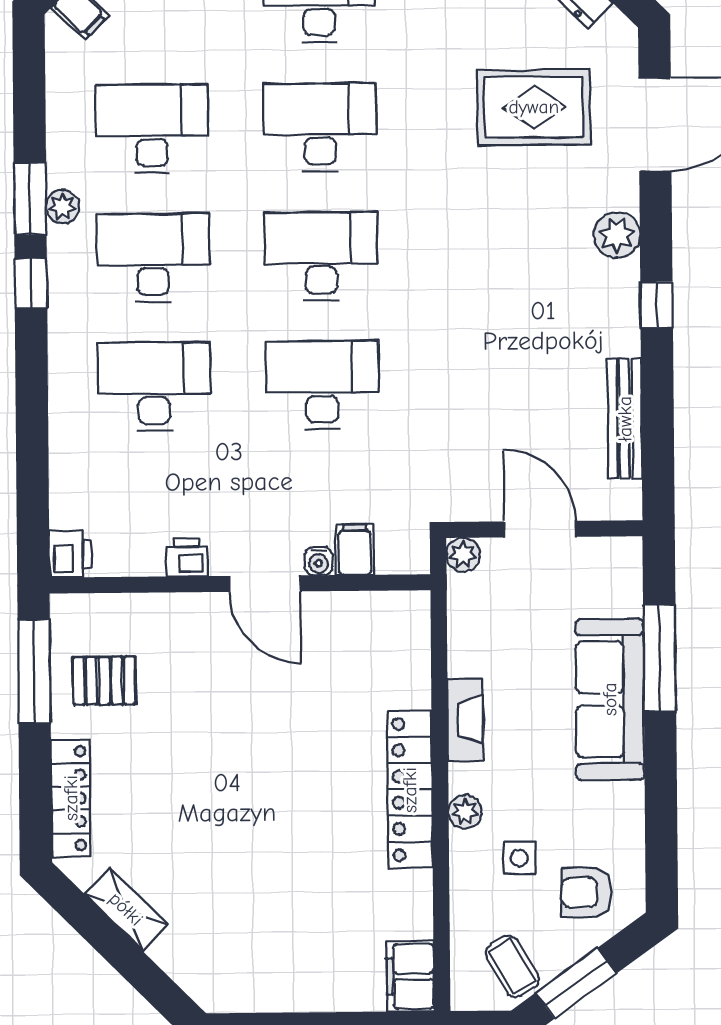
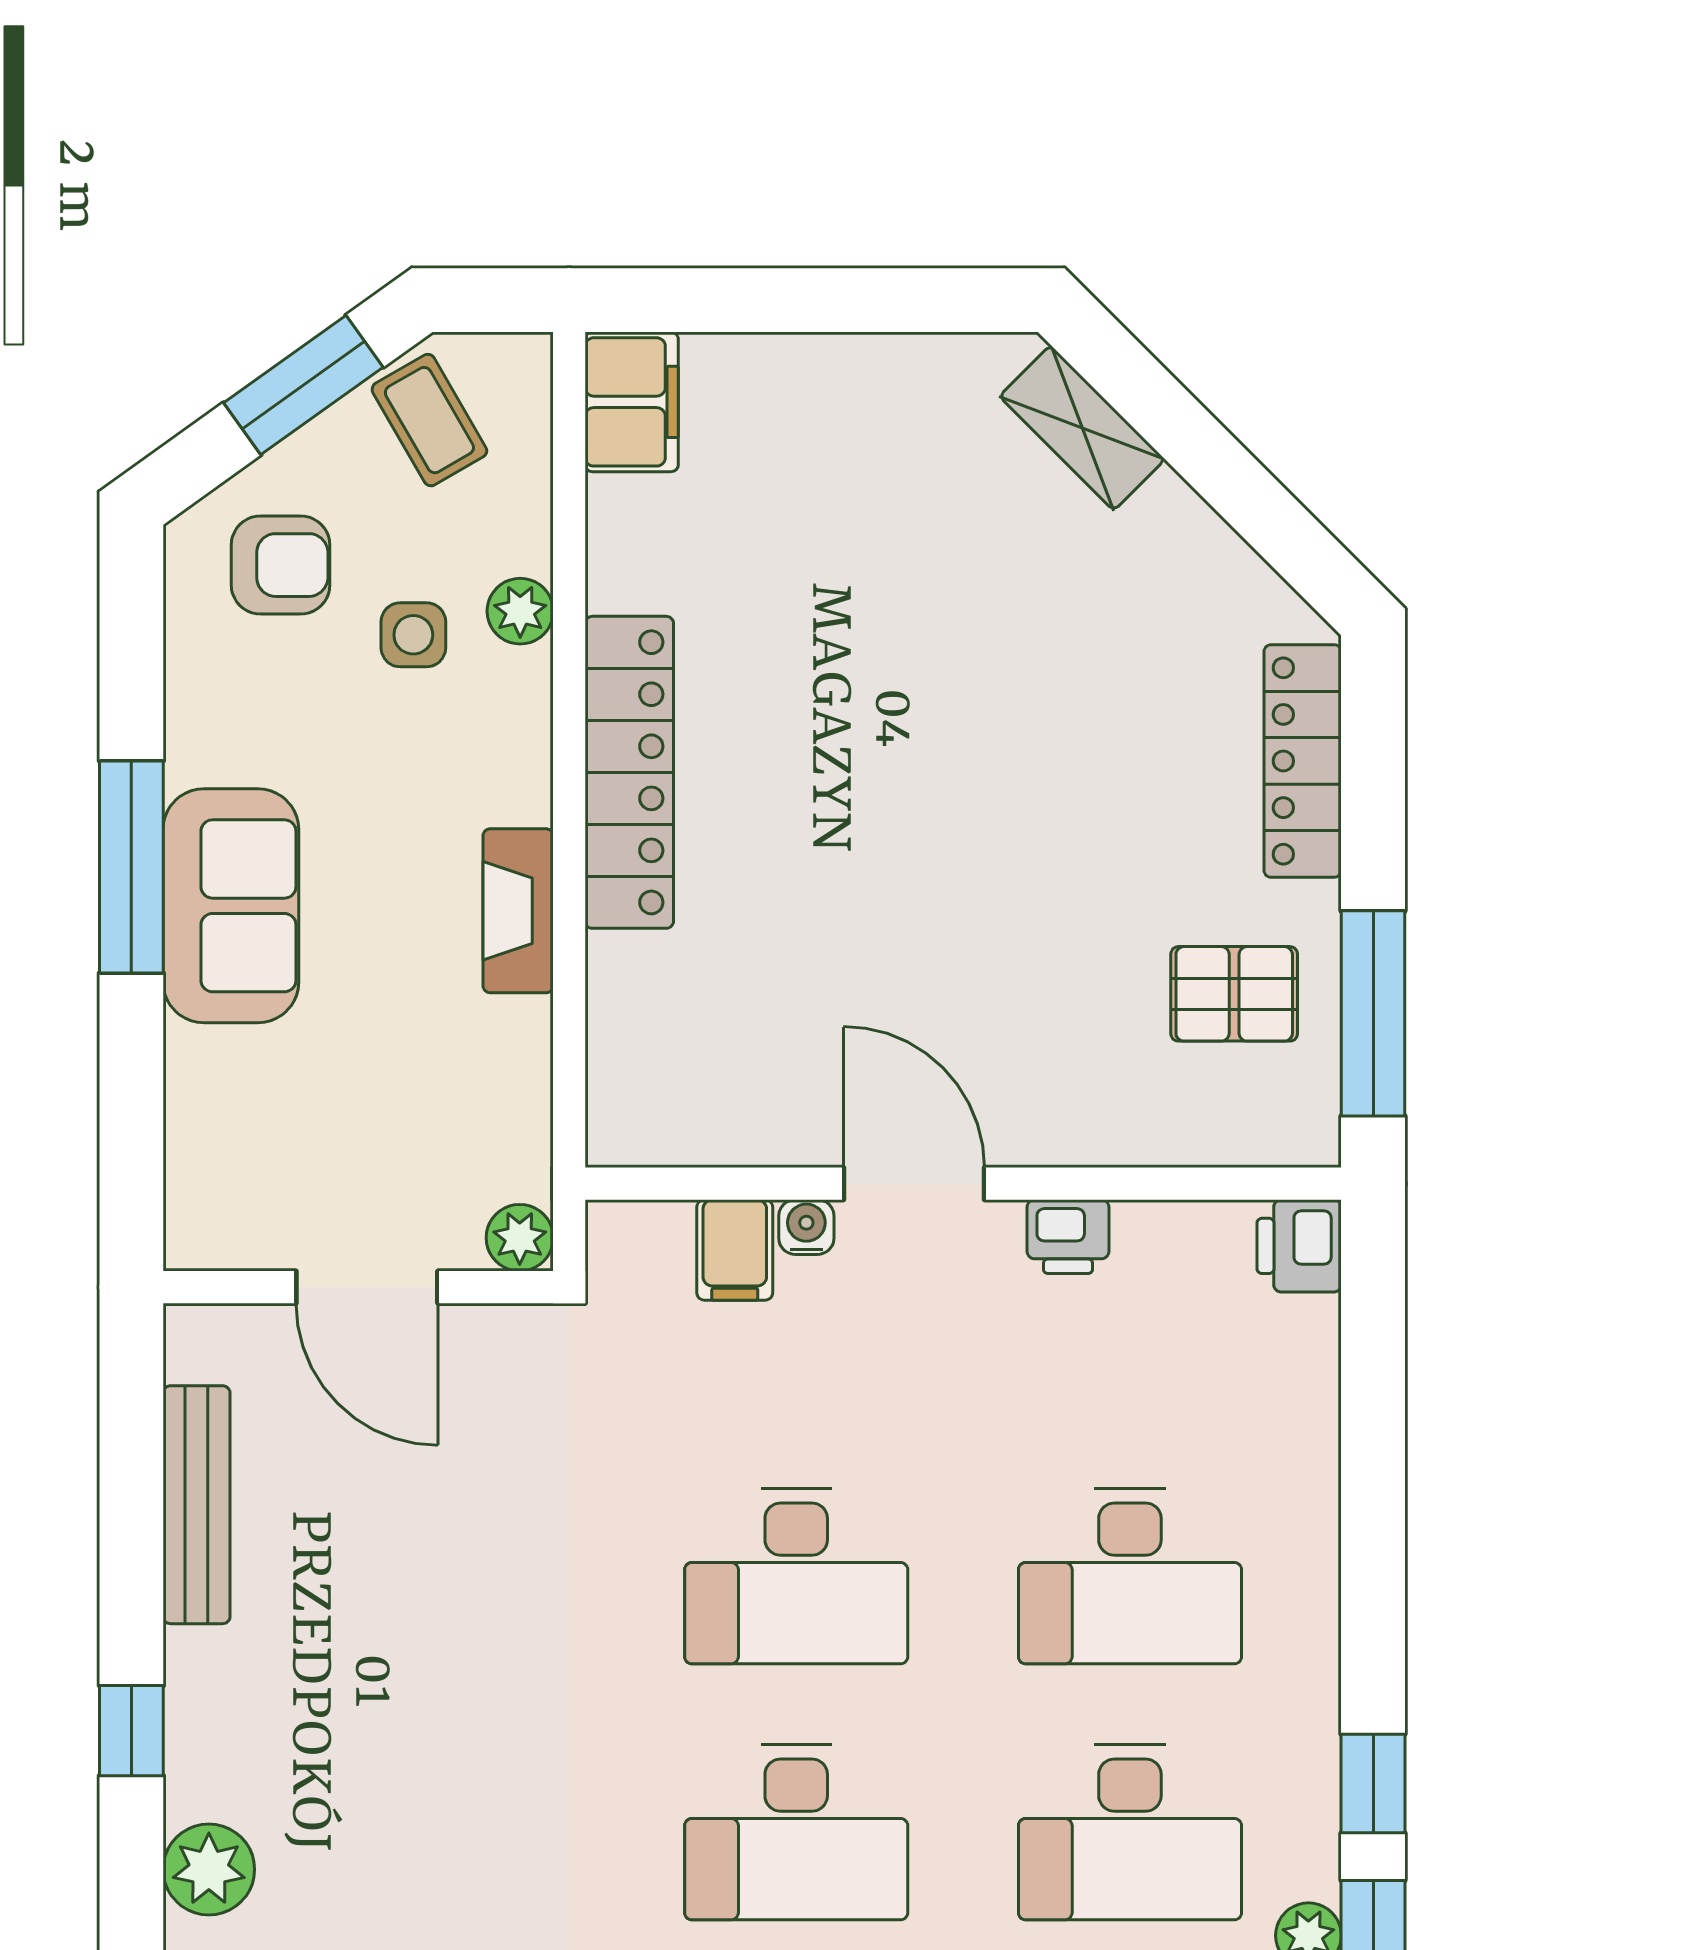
window: (660, 658) -> (131, 867), moved
sofa: (610, 699) -> (231, 906), width x0.73
plant: (465, 812) -> (520, 611), moved
shelving: (126, 909) -> (1082, 428), moved

